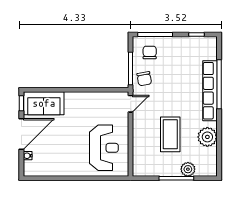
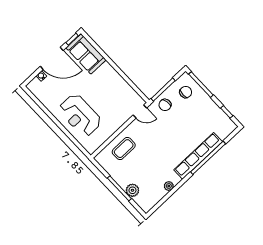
coffee table: (170, 134) -> (124, 149), moved, width x0.73, depth x0.76
plant: (207, 137) -> (169, 186), width x0.53, depth x0.53
reception desk: (104, 148) -> (80, 115), moved, turned 90

